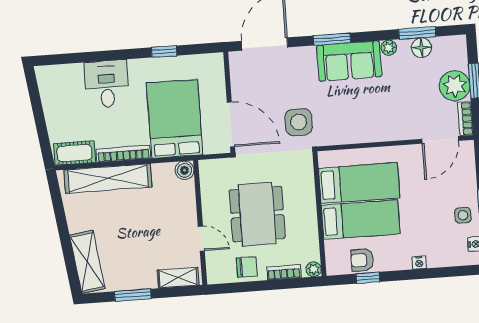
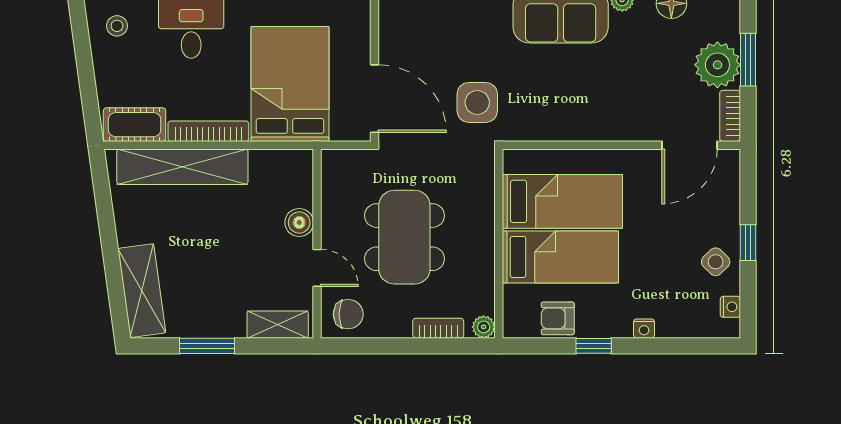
stool: (58, 89) -> (117, 26), added
boiler: (185, 170) -> (299, 223), moved
side table: (463, 215) -> (716, 262), turned 45
chair: (247, 267) -> (348, 314), moved
window: (368, 278) -> (594, 346), moved

